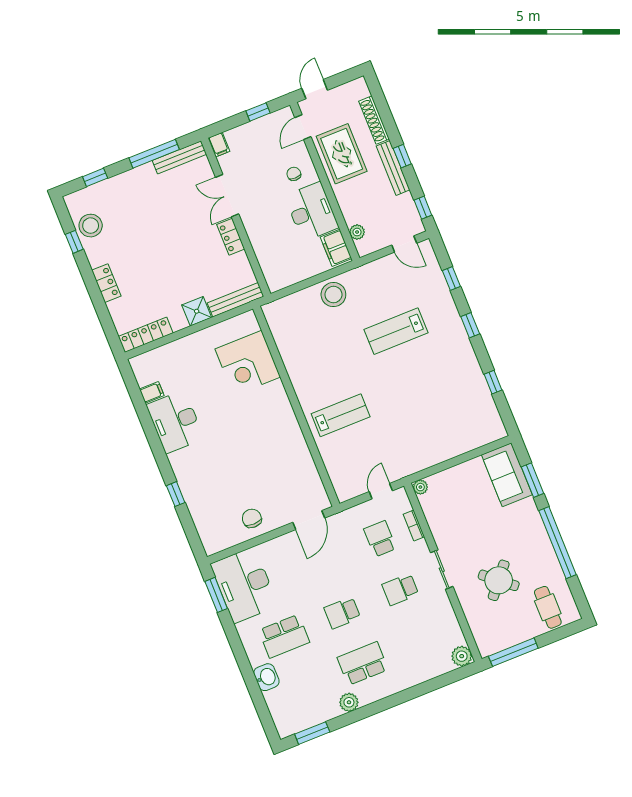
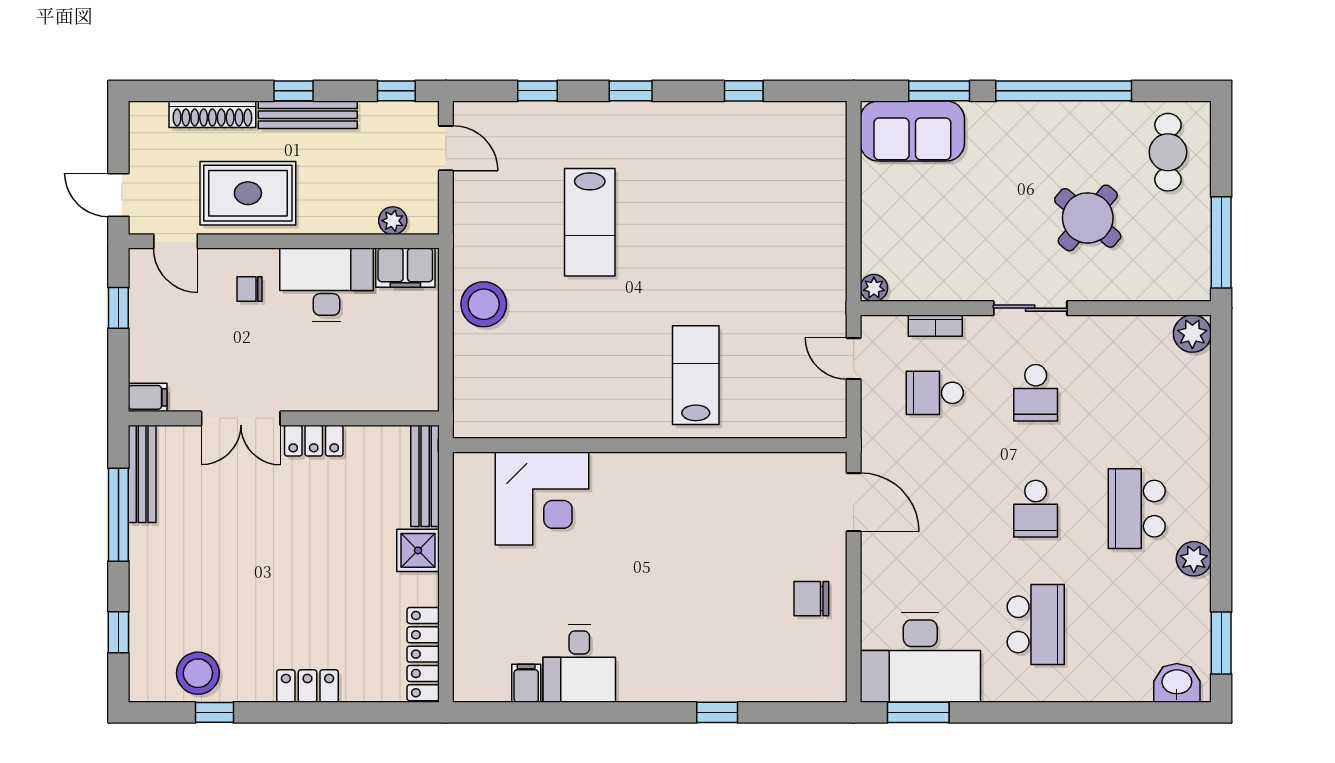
door: (404, 244) -> (446, 148), hinge flipped
desk: (175, 422) -> (579, 663), width x0.73
cafe table: (548, 607) -> (1168, 152), turned 90
washbasin: (266, 677) -> (1177, 683), moved

